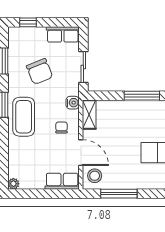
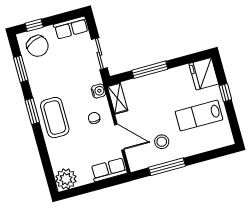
chair: (40, 72) -> (38, 46), moved
window: (142, 96) -> (150, 70), moved
stool: (95, 176) -> (162, 142), moved
plant: (13, 184) -> (66, 179), width x1.87, depth x1.87

